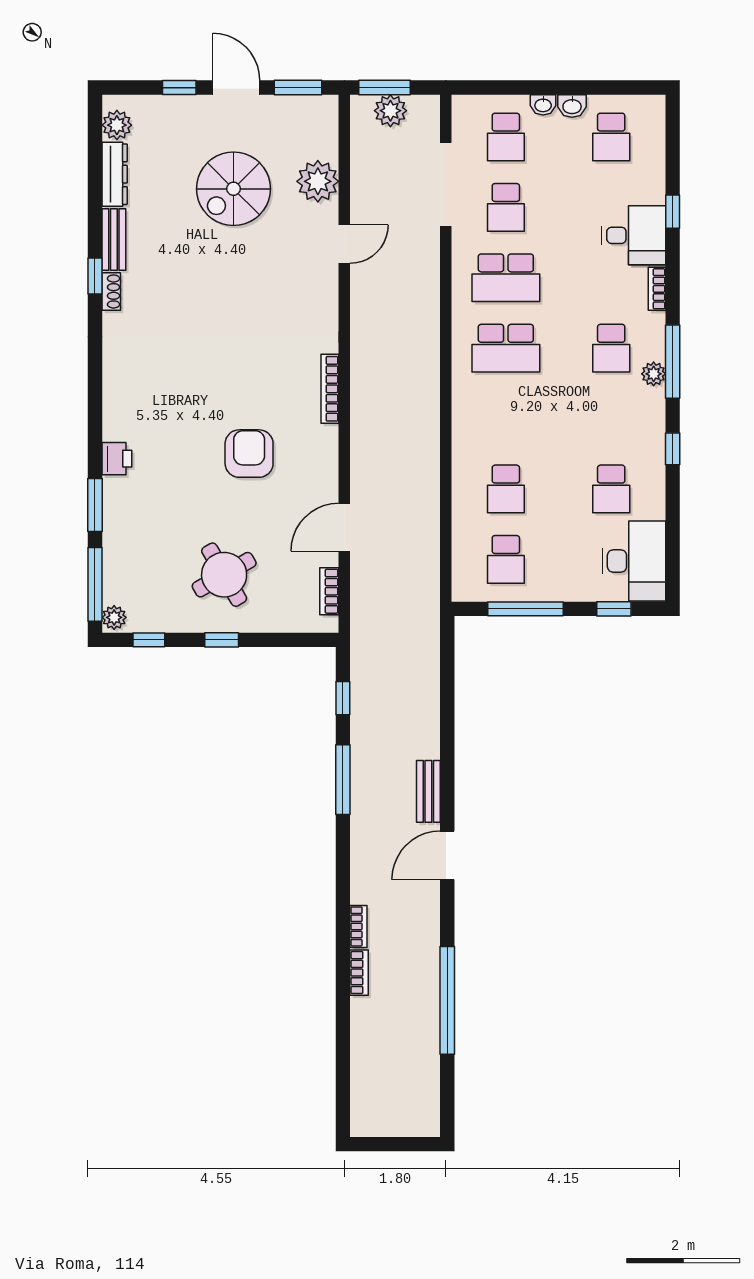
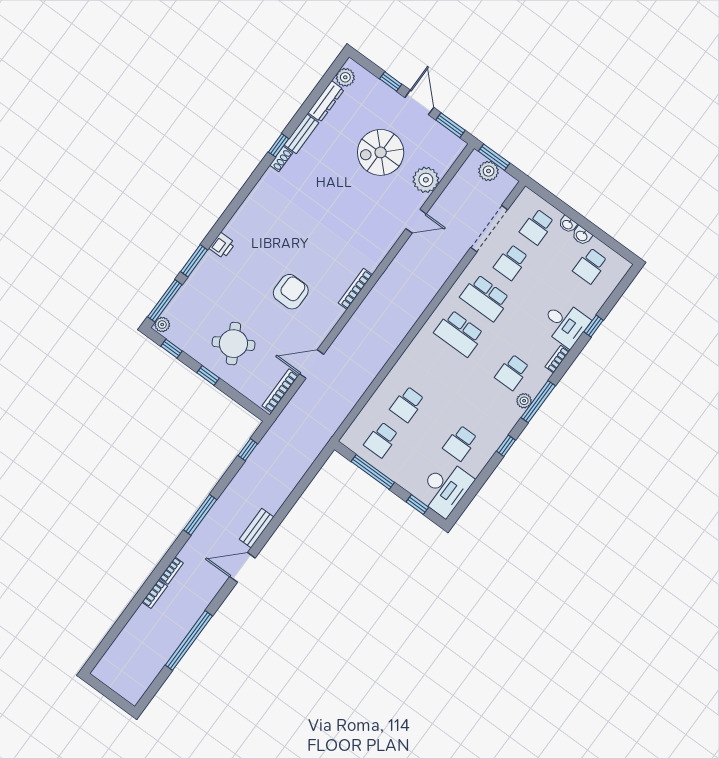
bookcase: (329, 591) -> (280, 391), width x1.56
window: (343, 780) -> (200, 515), moved

